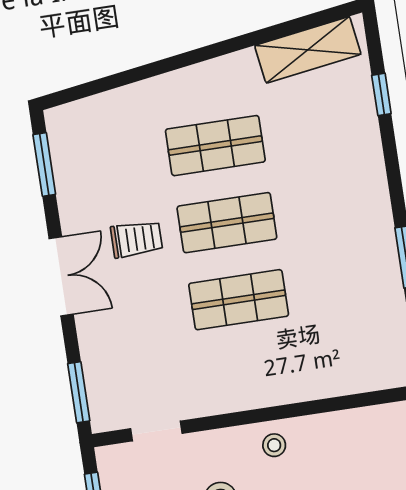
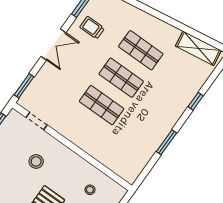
window: (381, 94) -> (196, 101), moved
trolley: (137, 239) -> (92, 28), moved, turned 180
stool: (274, 445) -> (90, 190), moved

